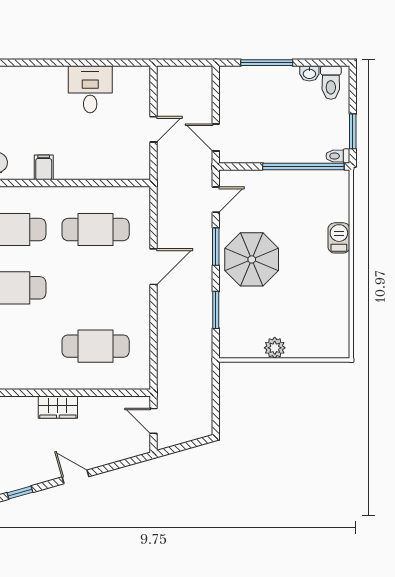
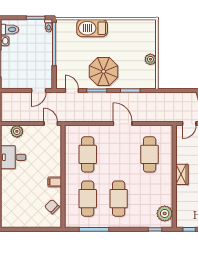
plant: (139, 96) -> (17, 131), added
door: (154, 129) -> (51, 124), moved
barbecue: (339, 238) -> (92, 28), width x1.88, depth x1.53
door: (154, 267) -> (123, 124), moved

